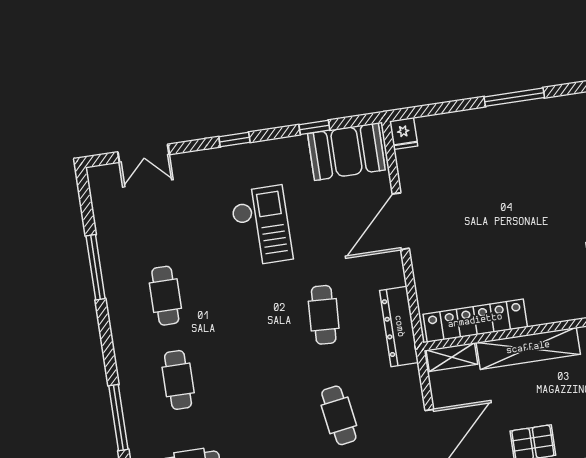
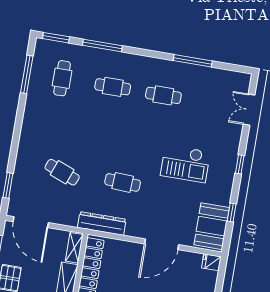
door: (401, 221) -> (162, 244), swing flipped
cafe table: (339, 415) -> (62, 172), turned 30

